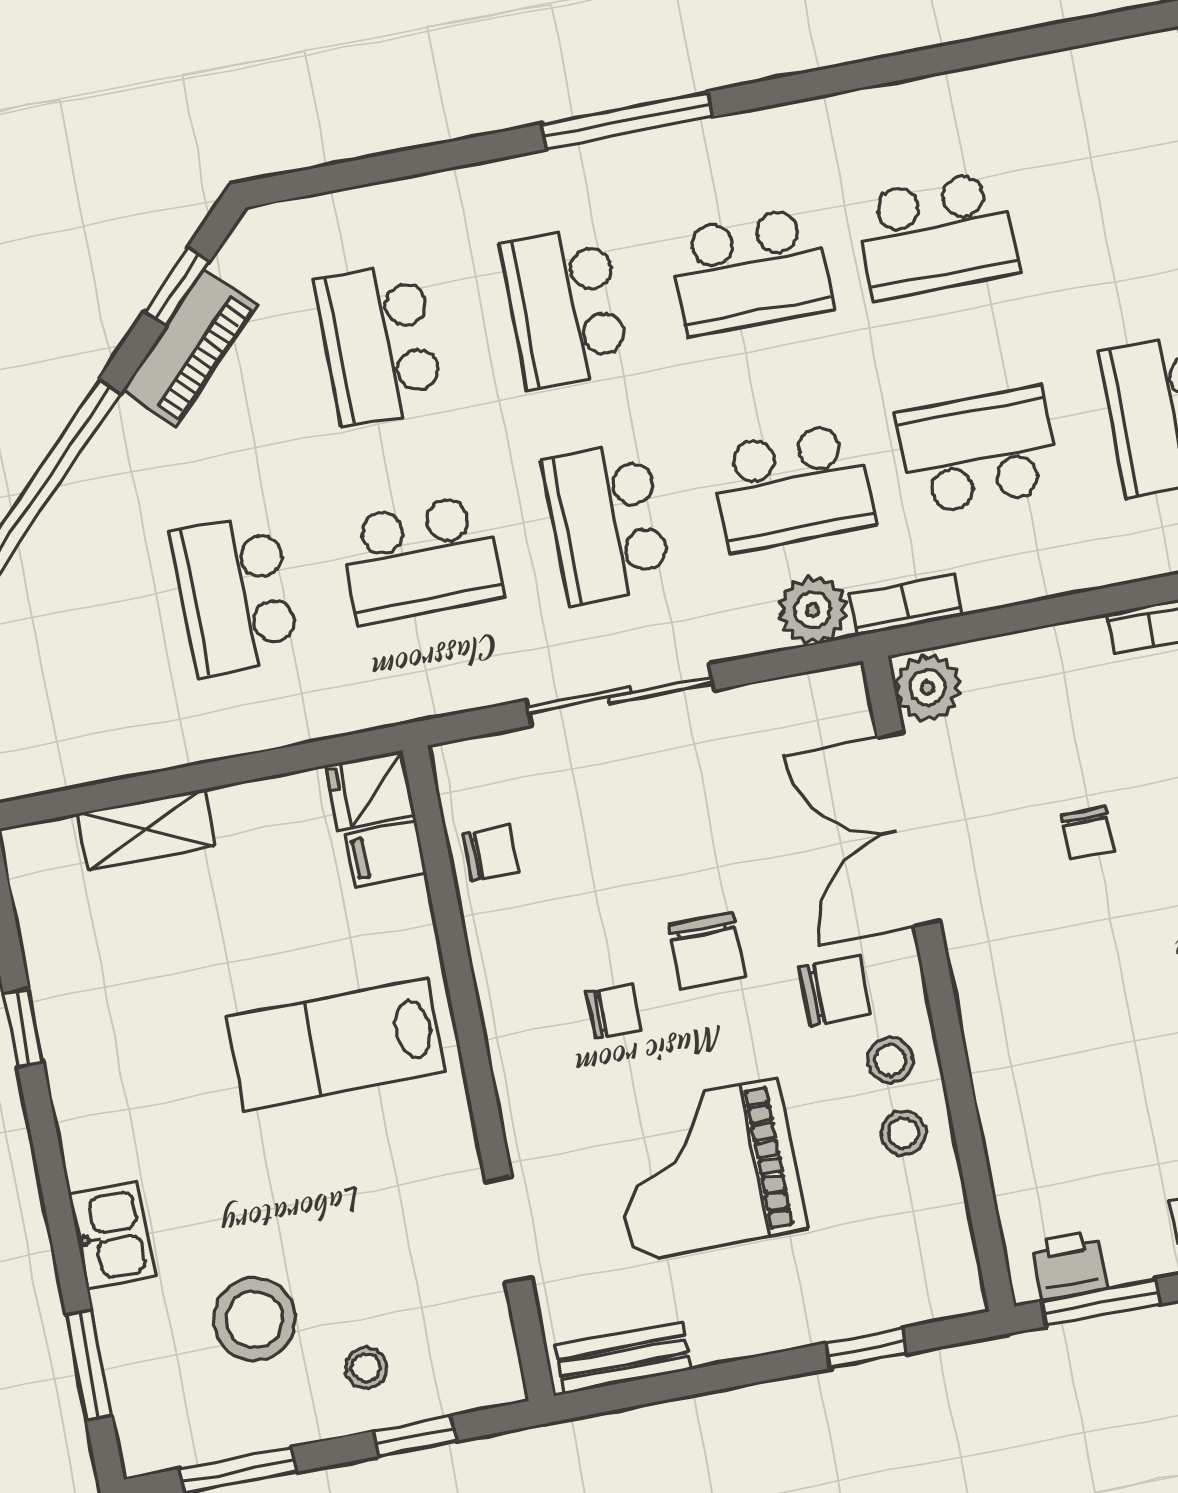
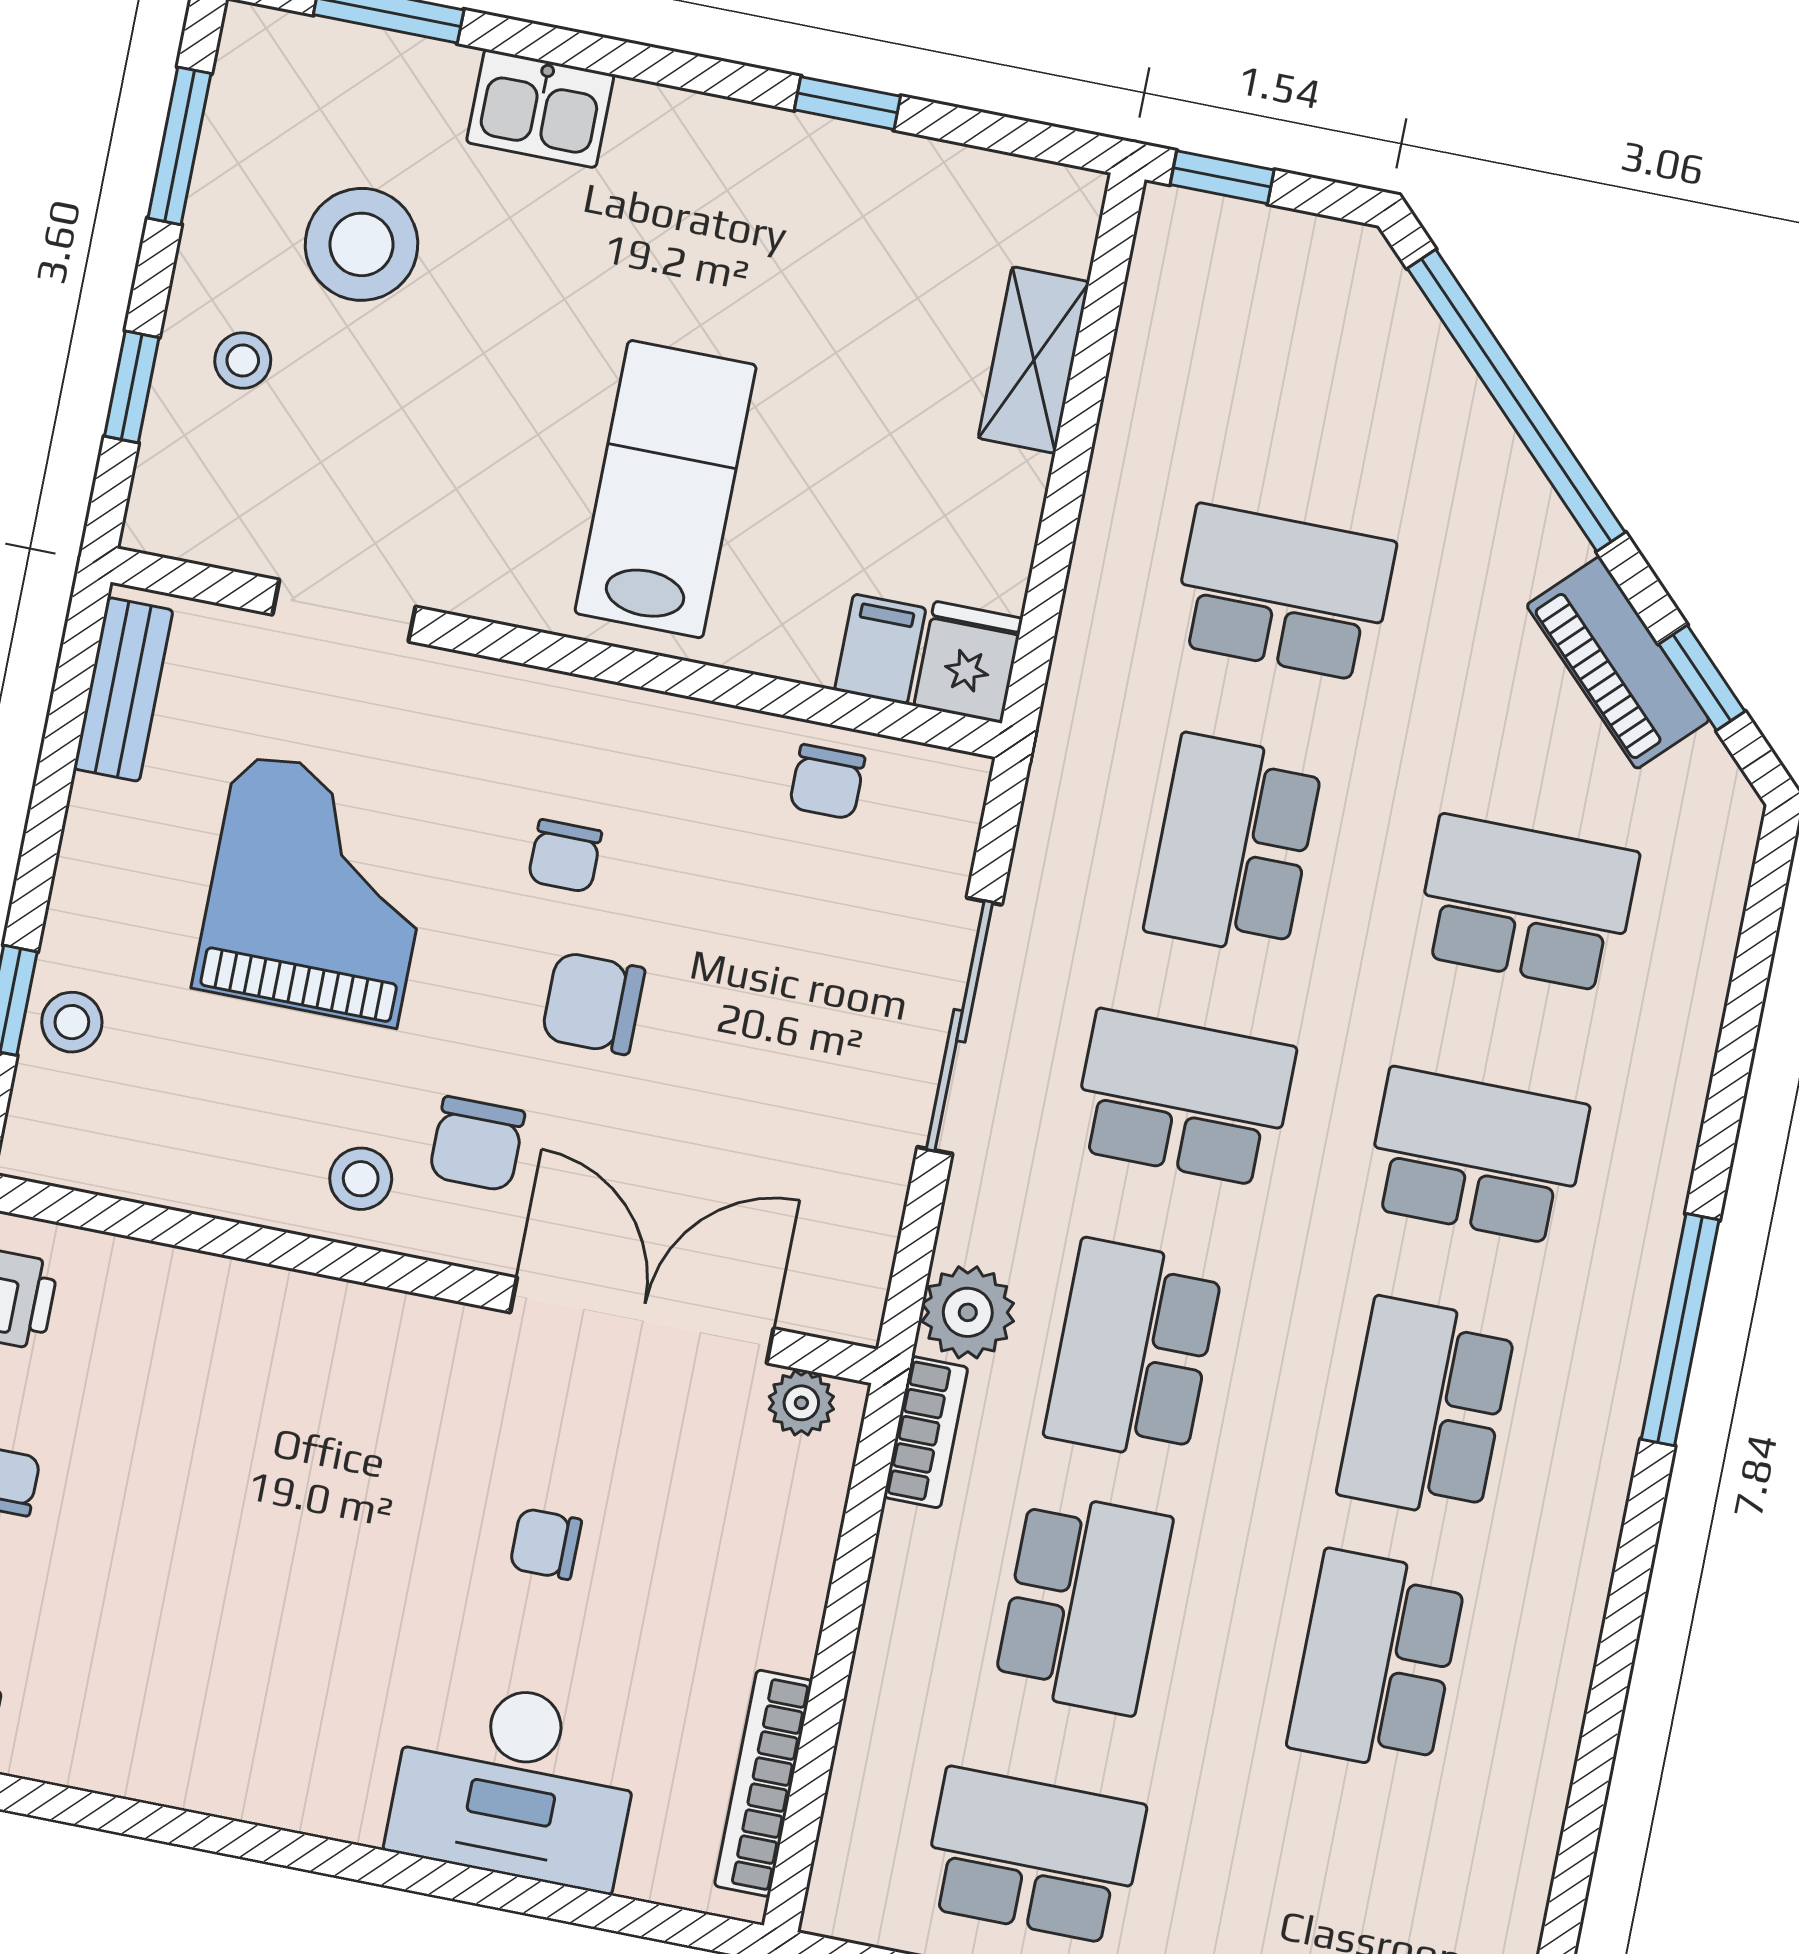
plant: (928, 688) -> (801, 1403), width x0.73, depth x0.73
stool: (903, 1133) -> (72, 1022), moved

